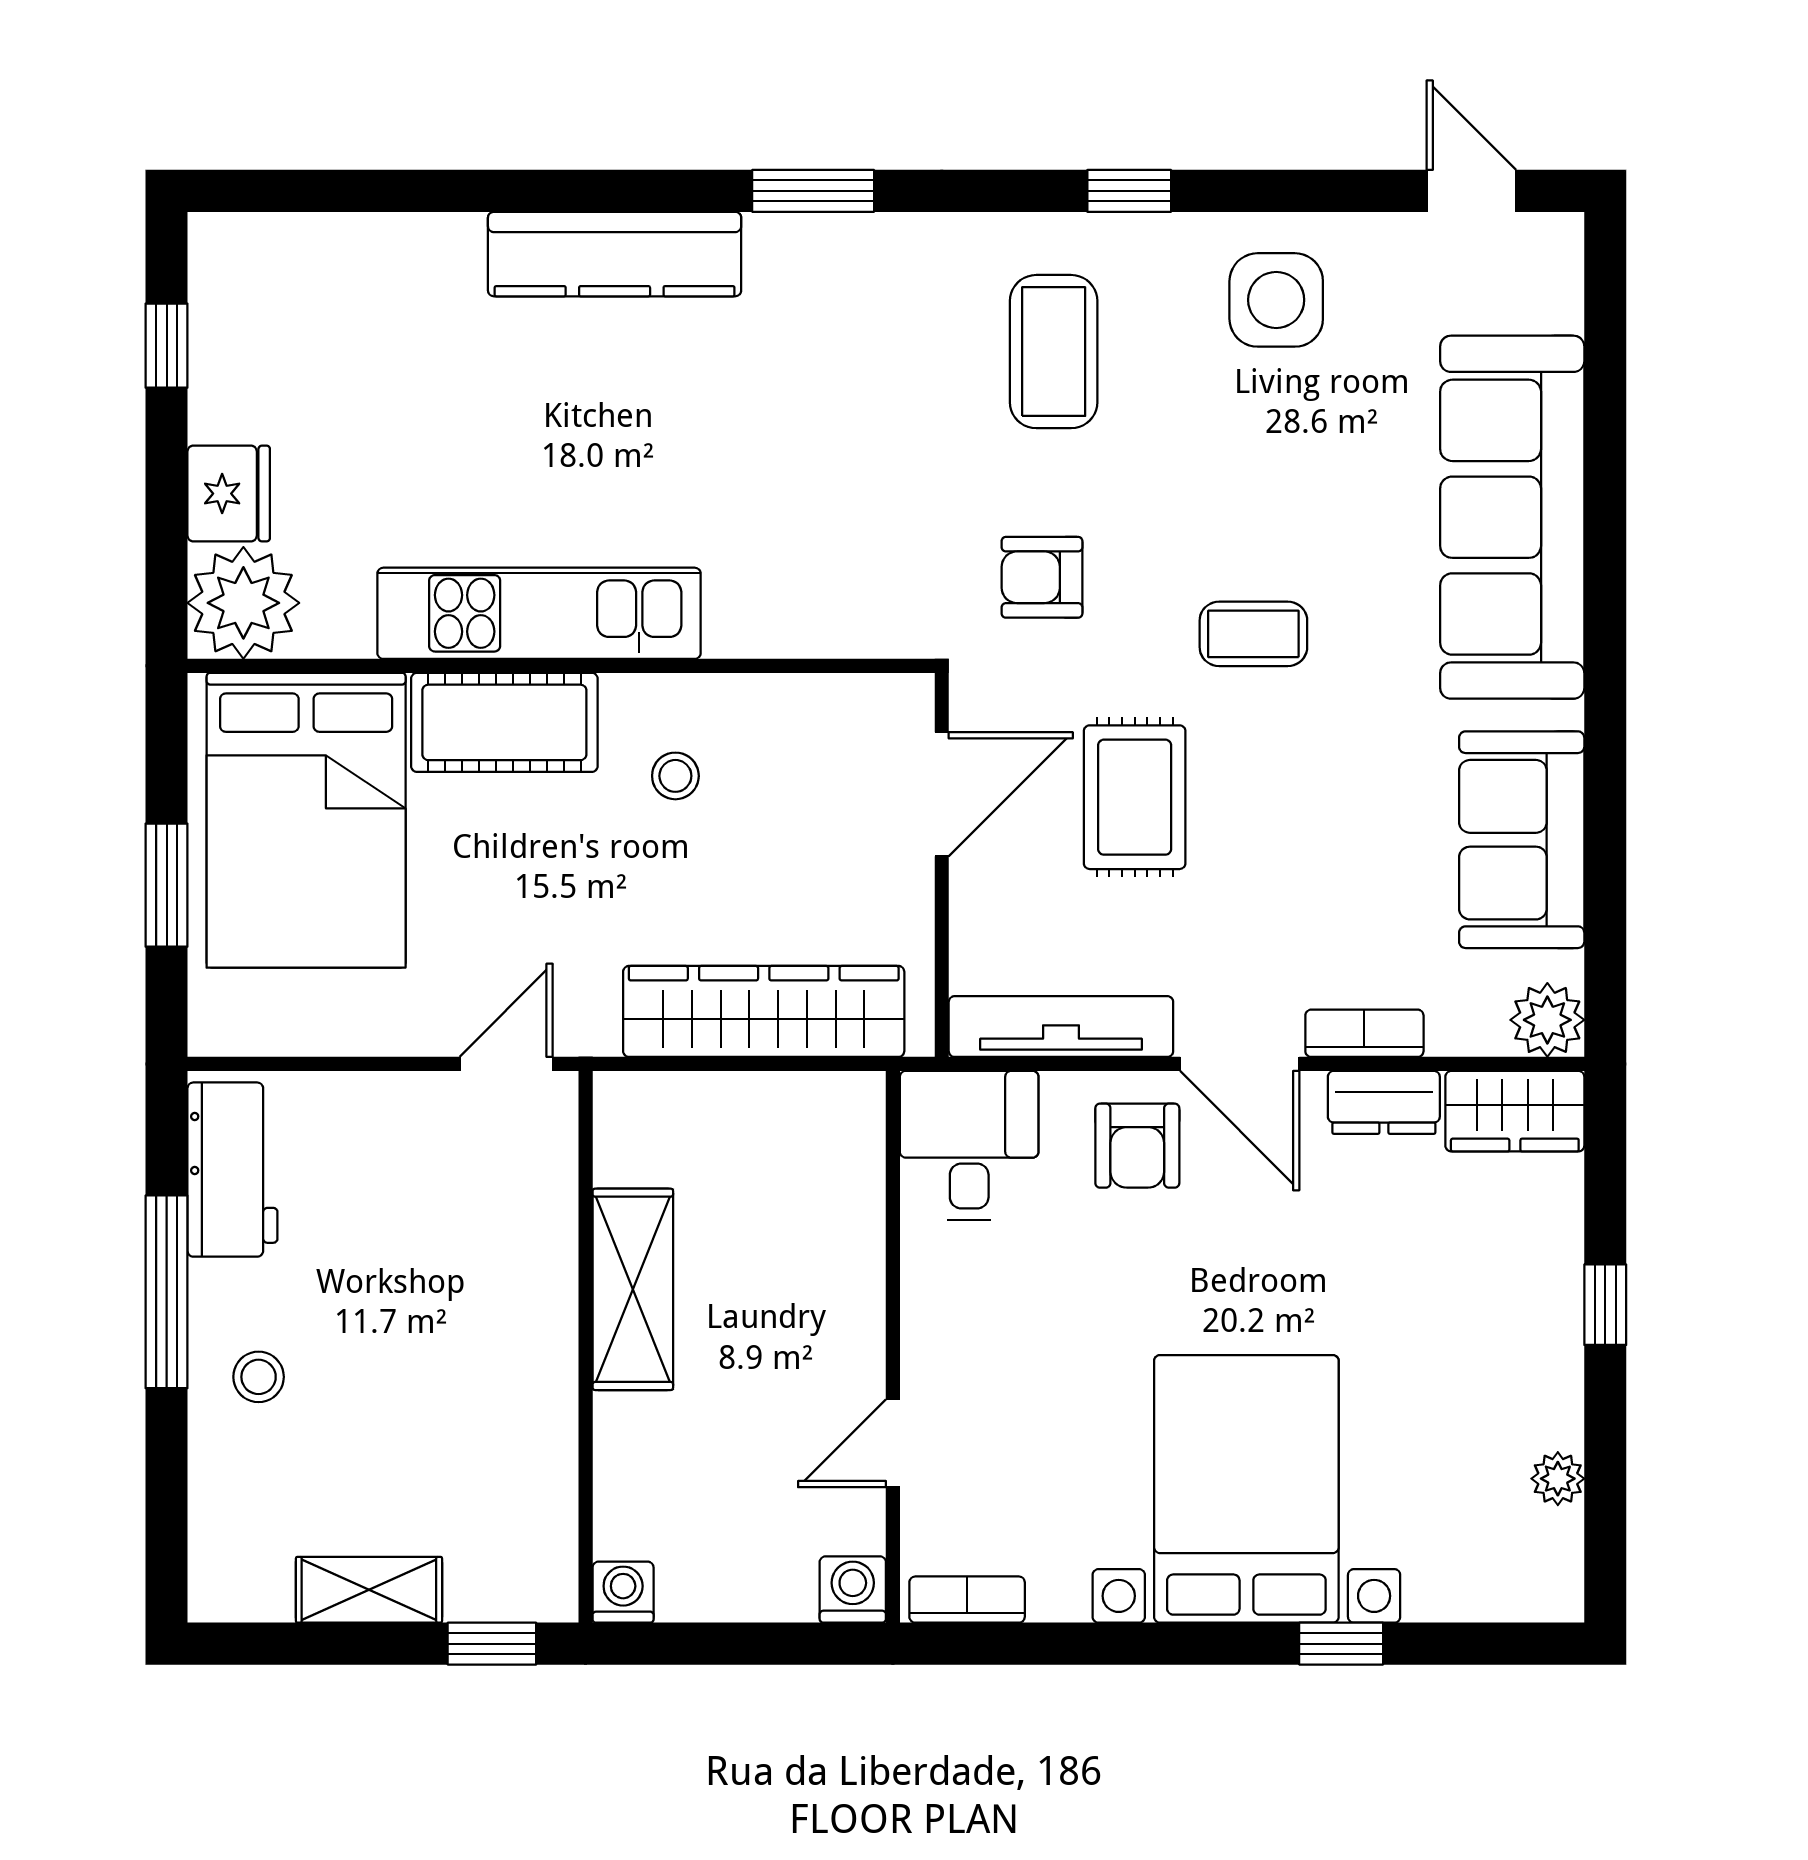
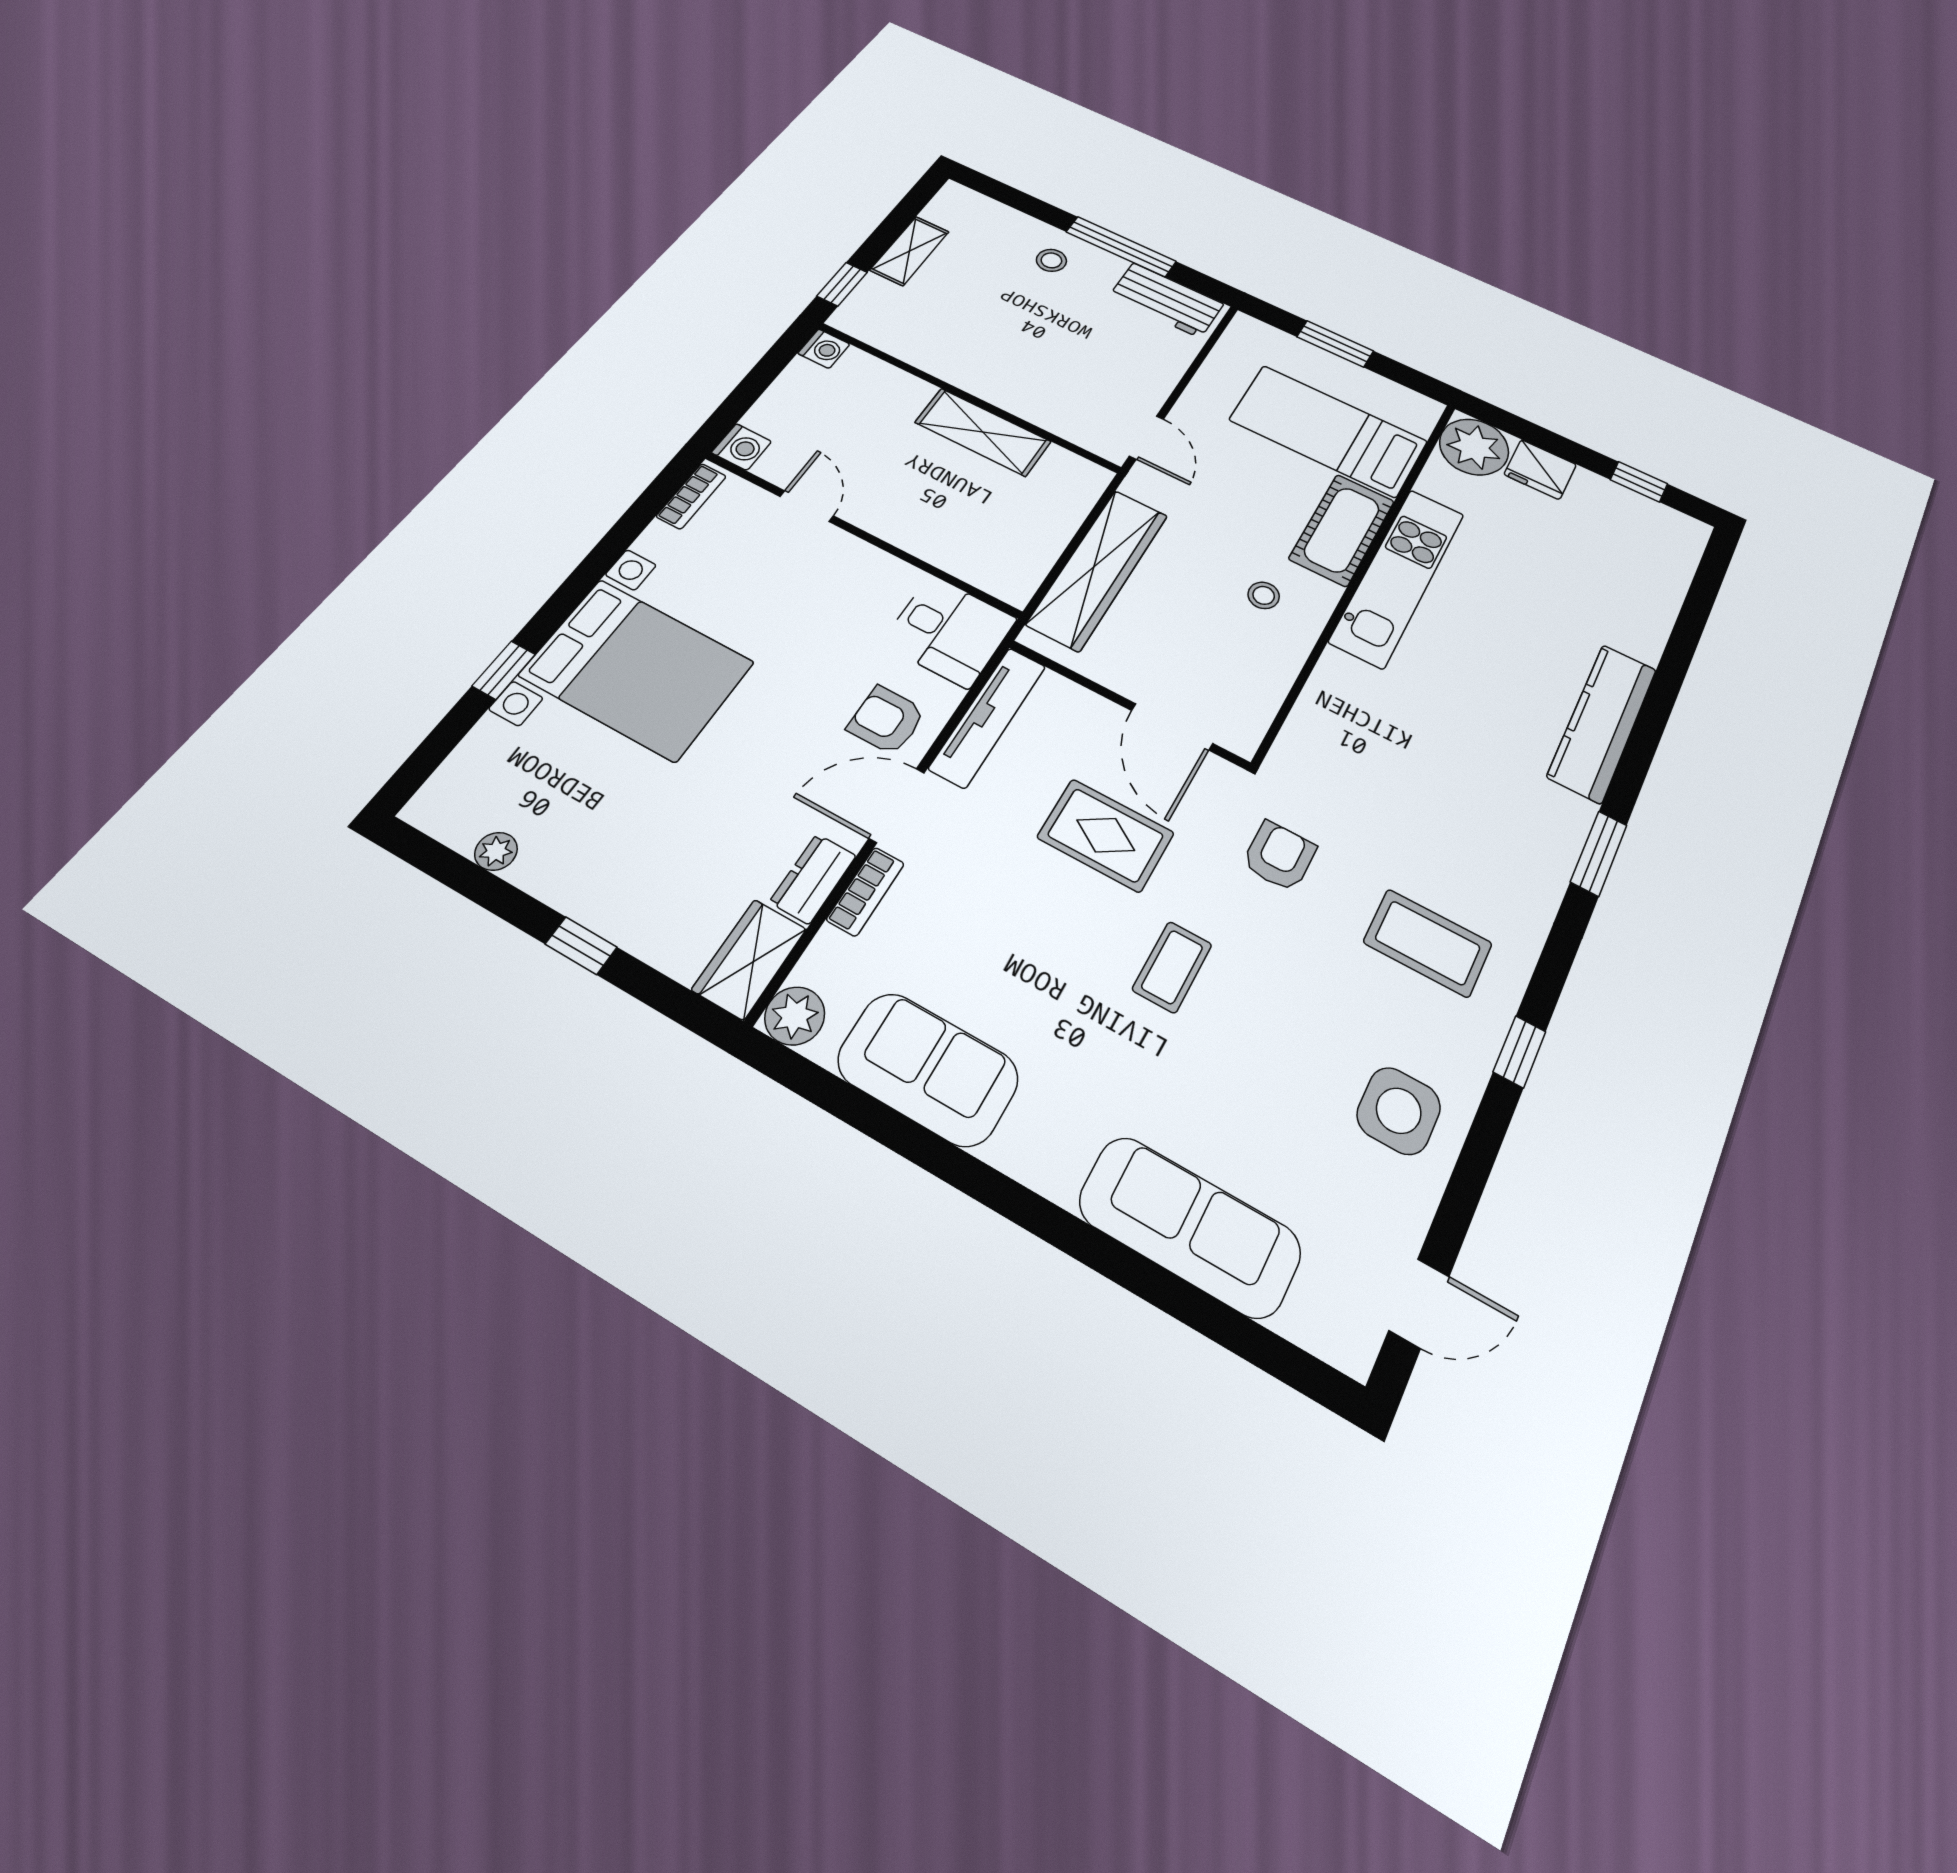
sofa: (1512, 517) -> (1190, 1226), width x0.74, depth x0.79
bed: (306, 820) -> (1328, 431), width x0.67

